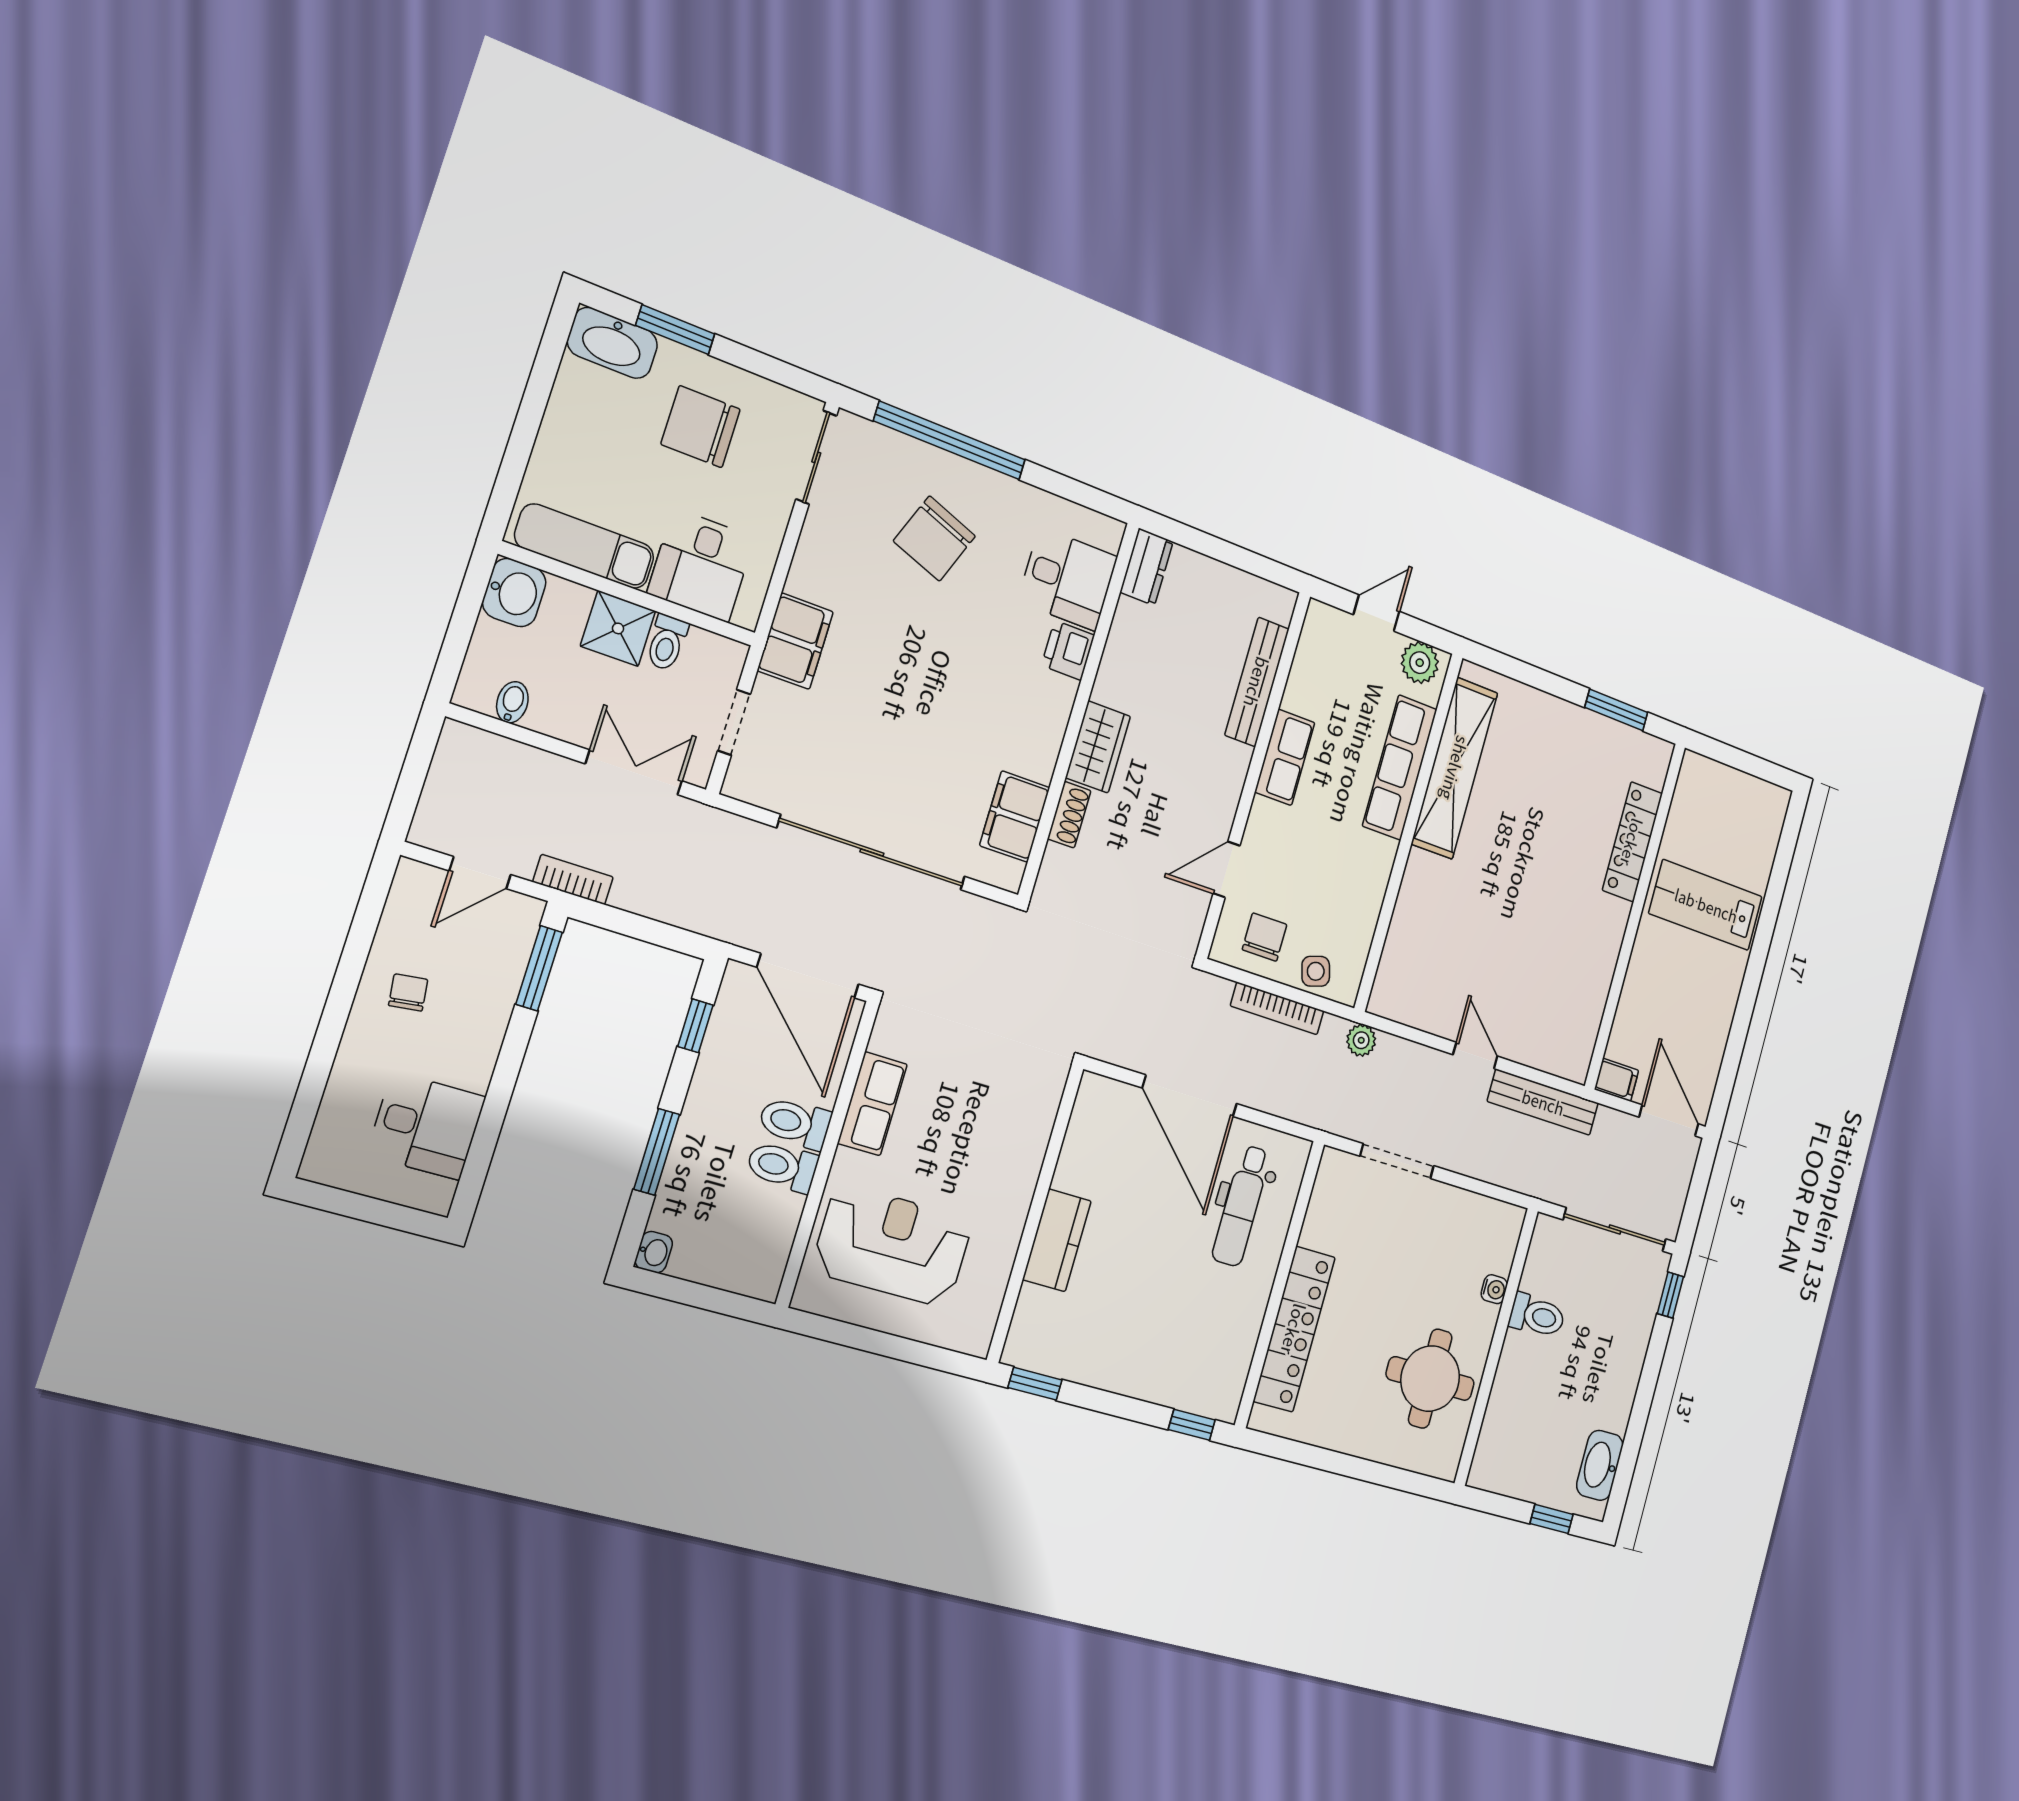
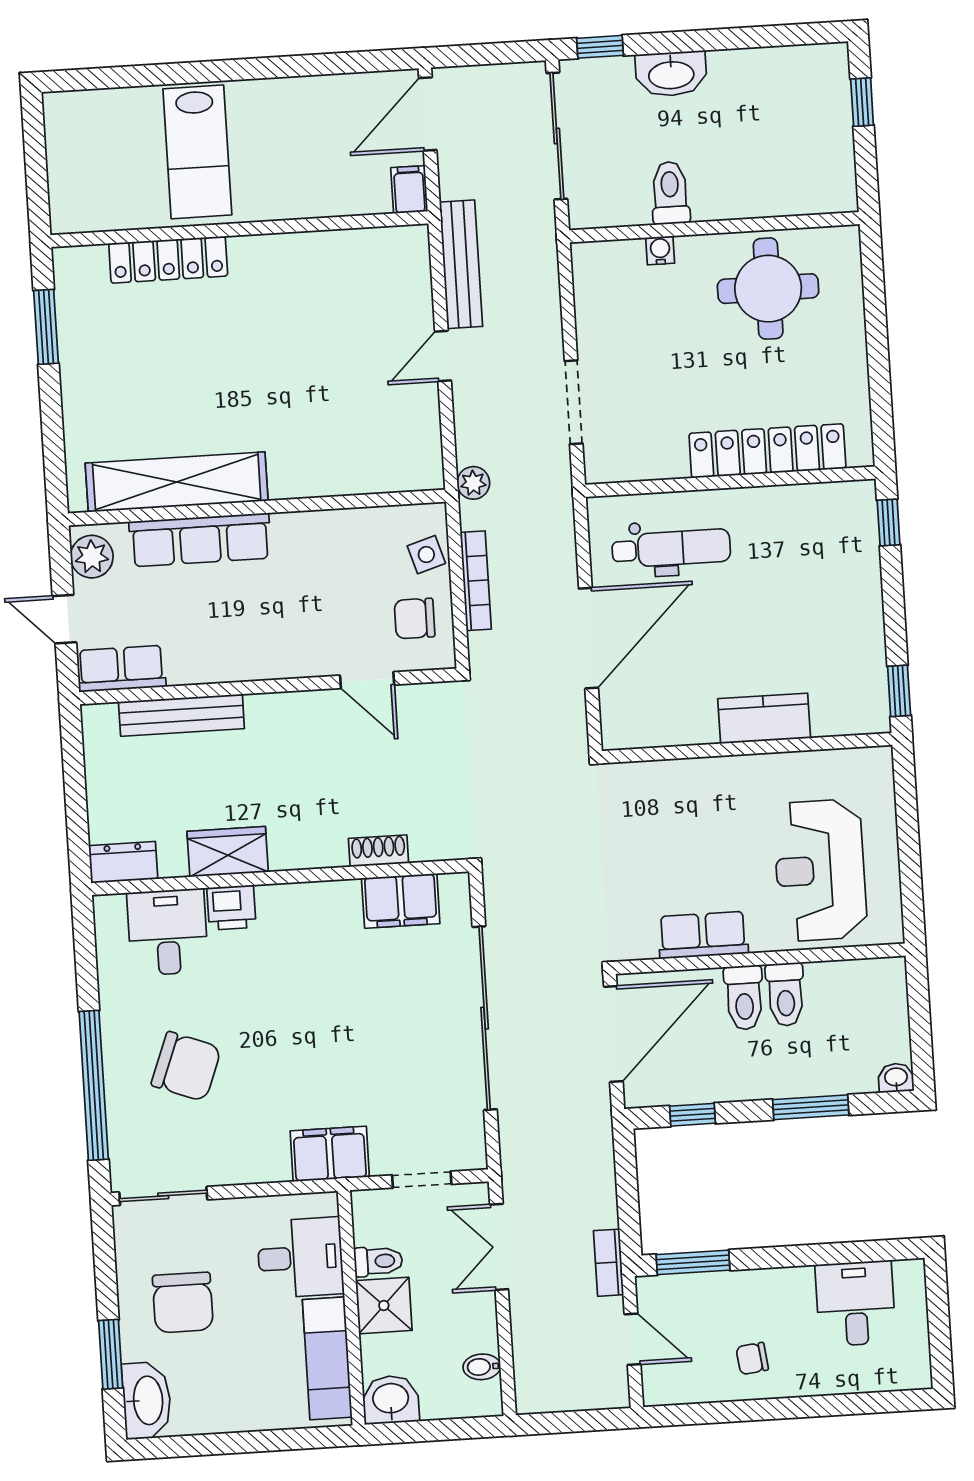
wardrobe: (1098, 747) -> (228, 852), moved
row of seats: (1285, 757) -> (121, 669), moved
washbasin: (1600, 1465) -> (671, 74), moved

